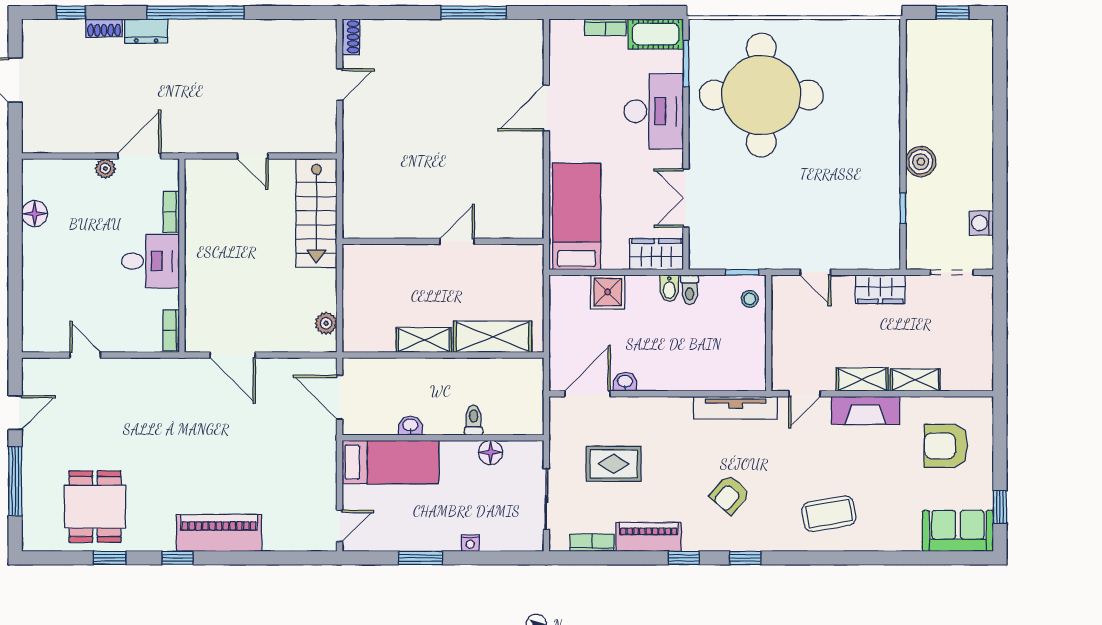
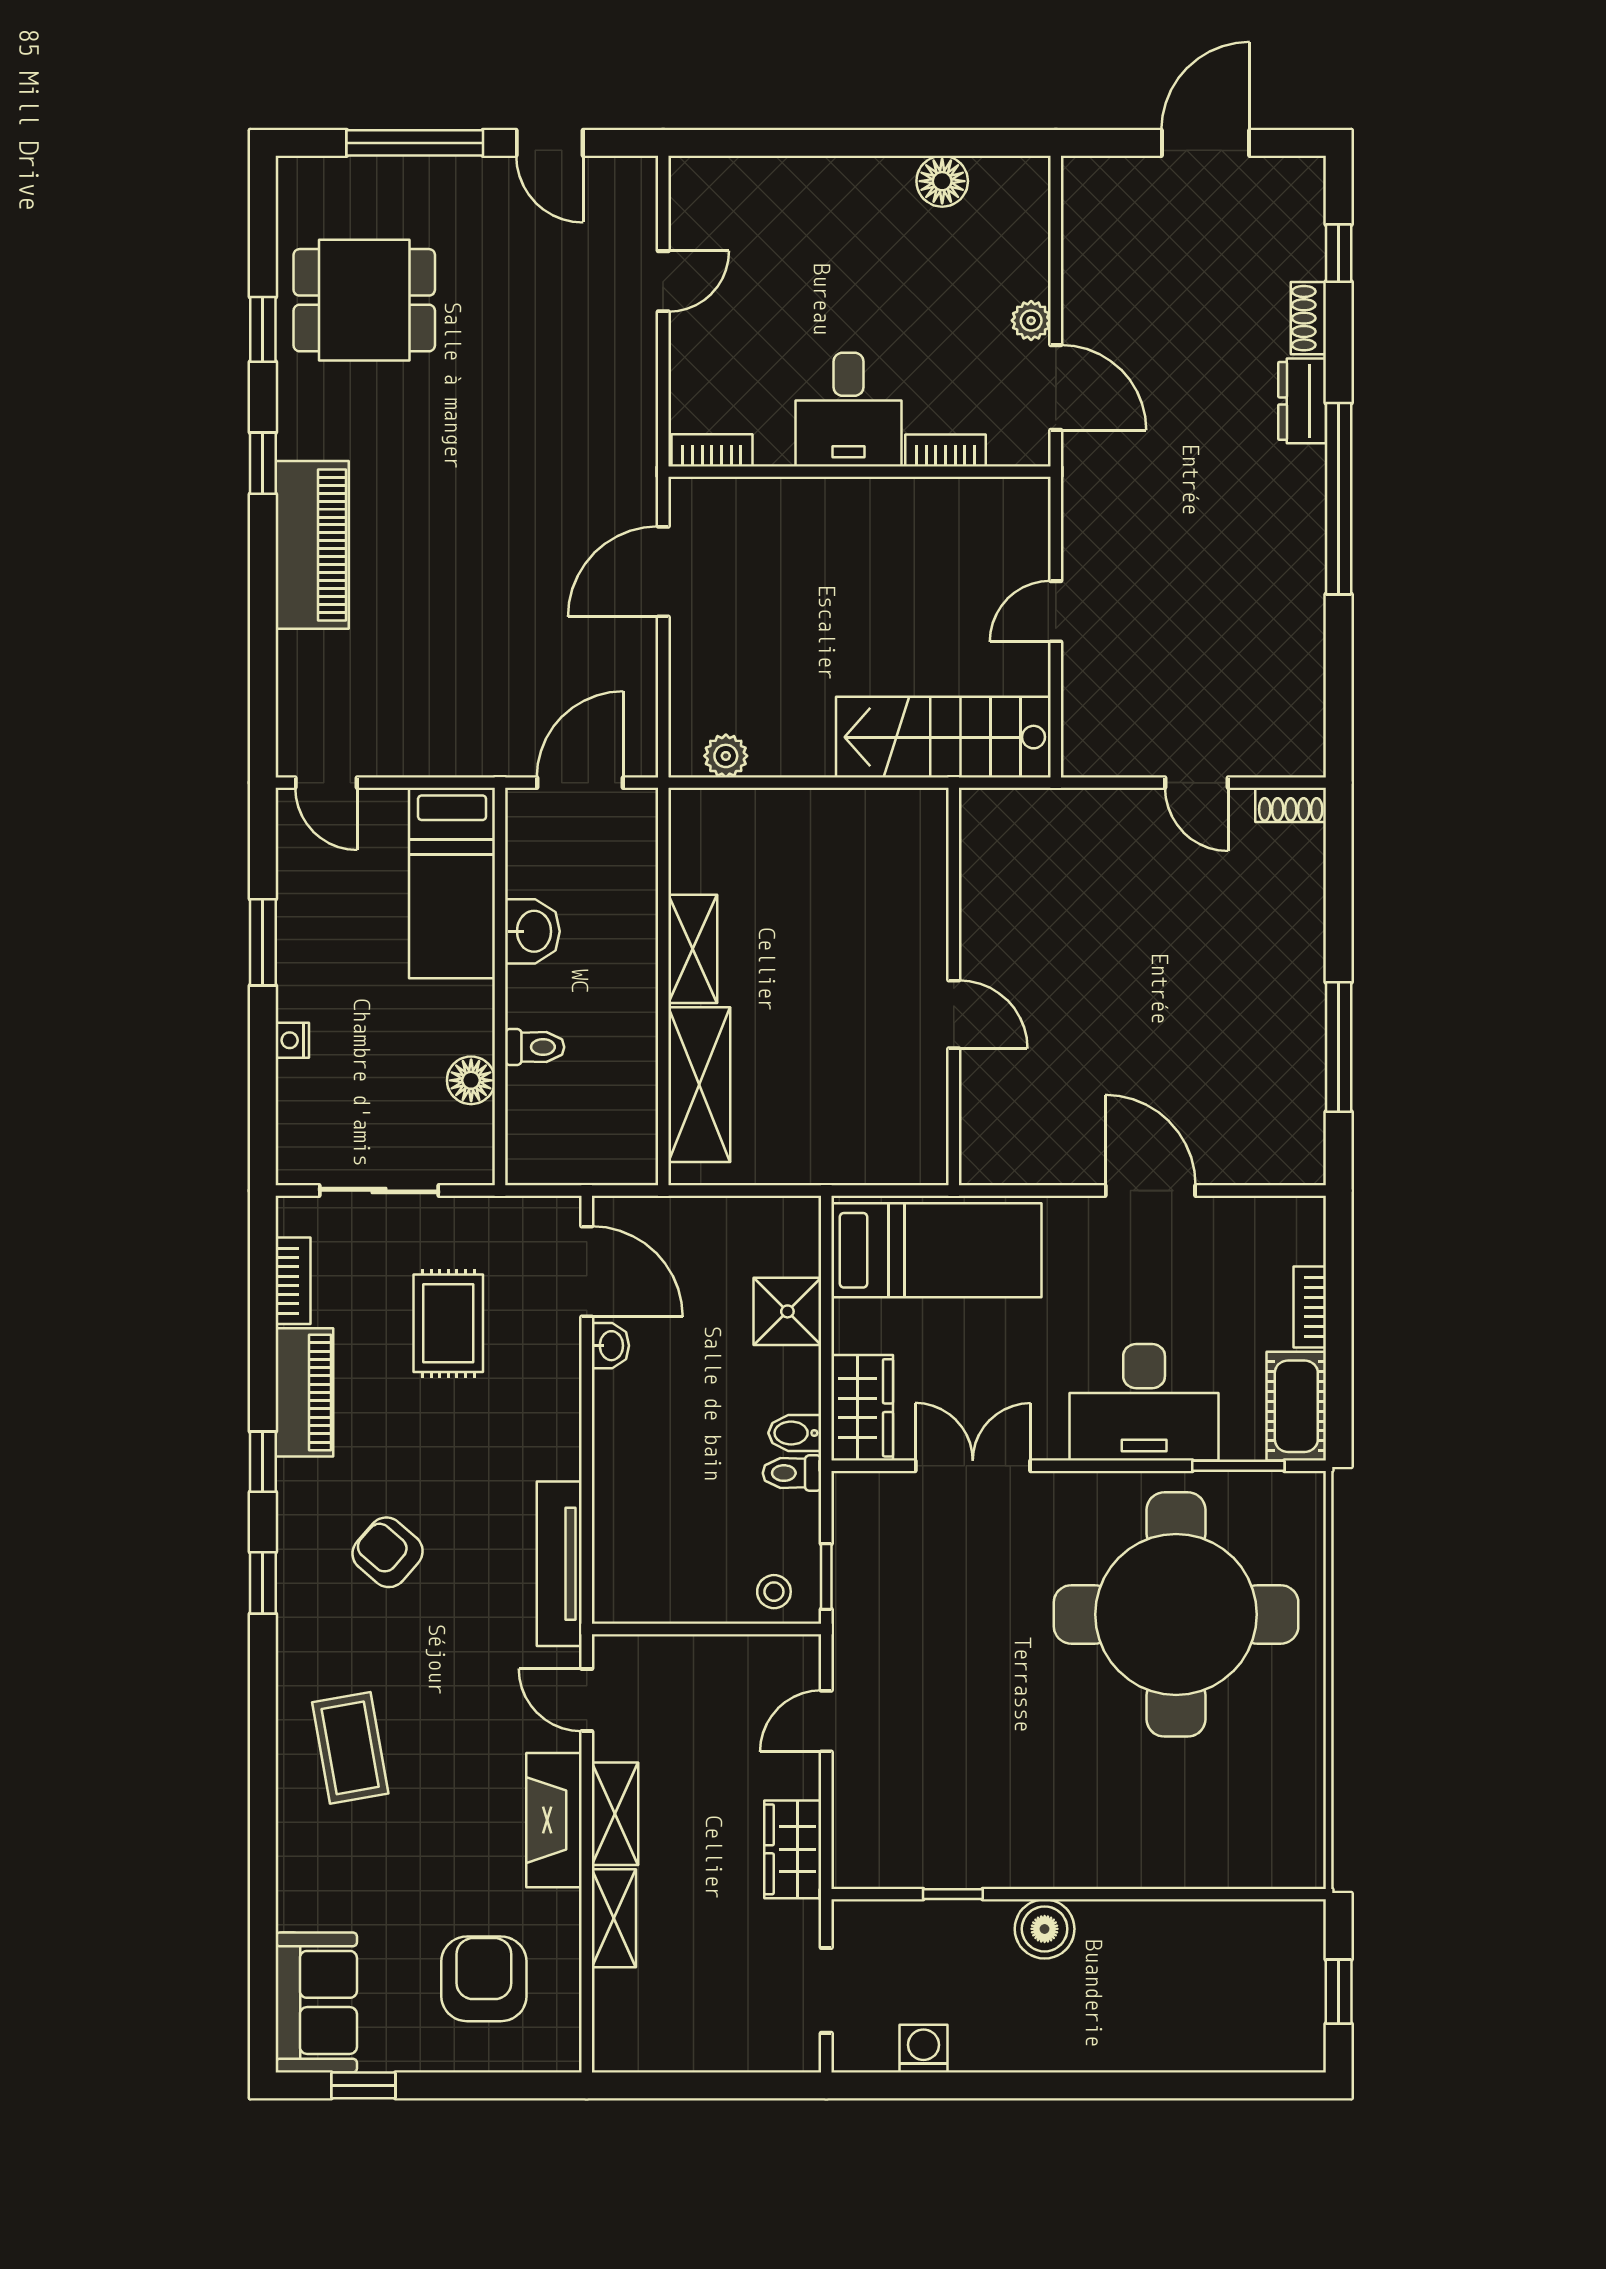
wall: (443, 241) -> (954, 987), moved
door: (457, 241) -> (954, 1014), moved
washbasin: (410, 426) -> (532, 931), width x1.38, depth x1.45

